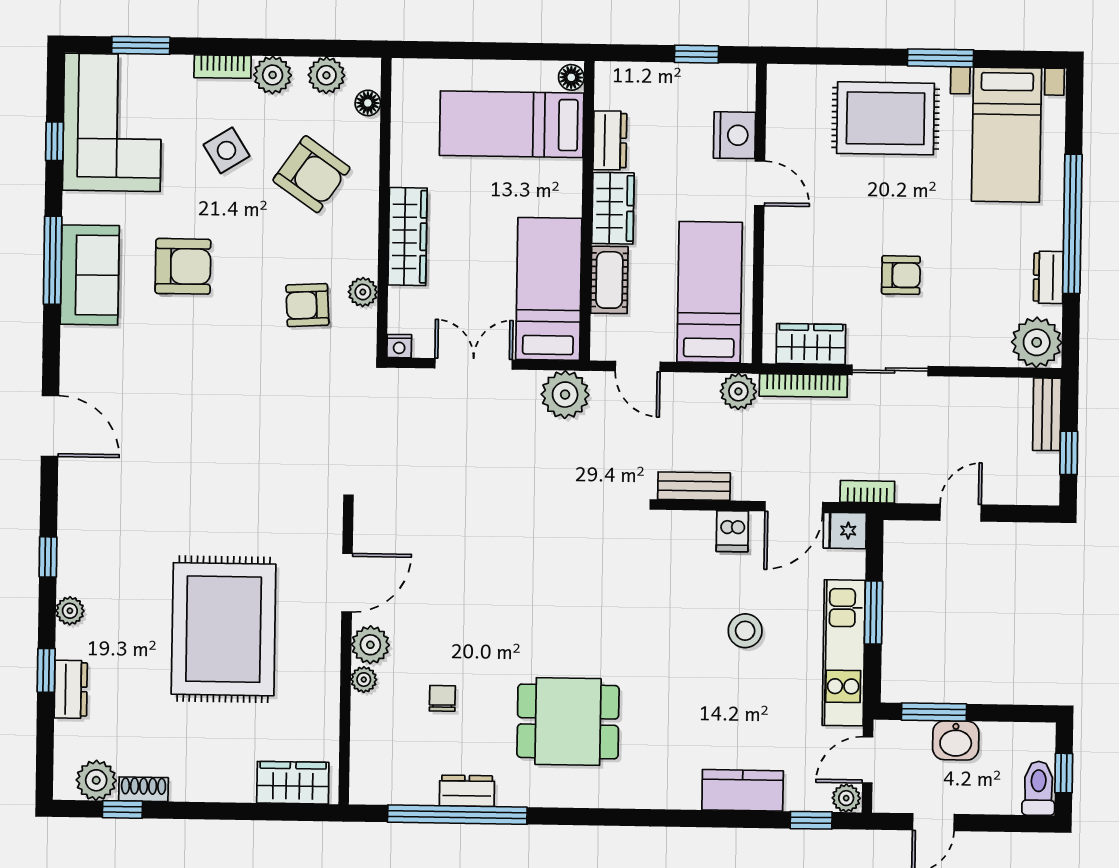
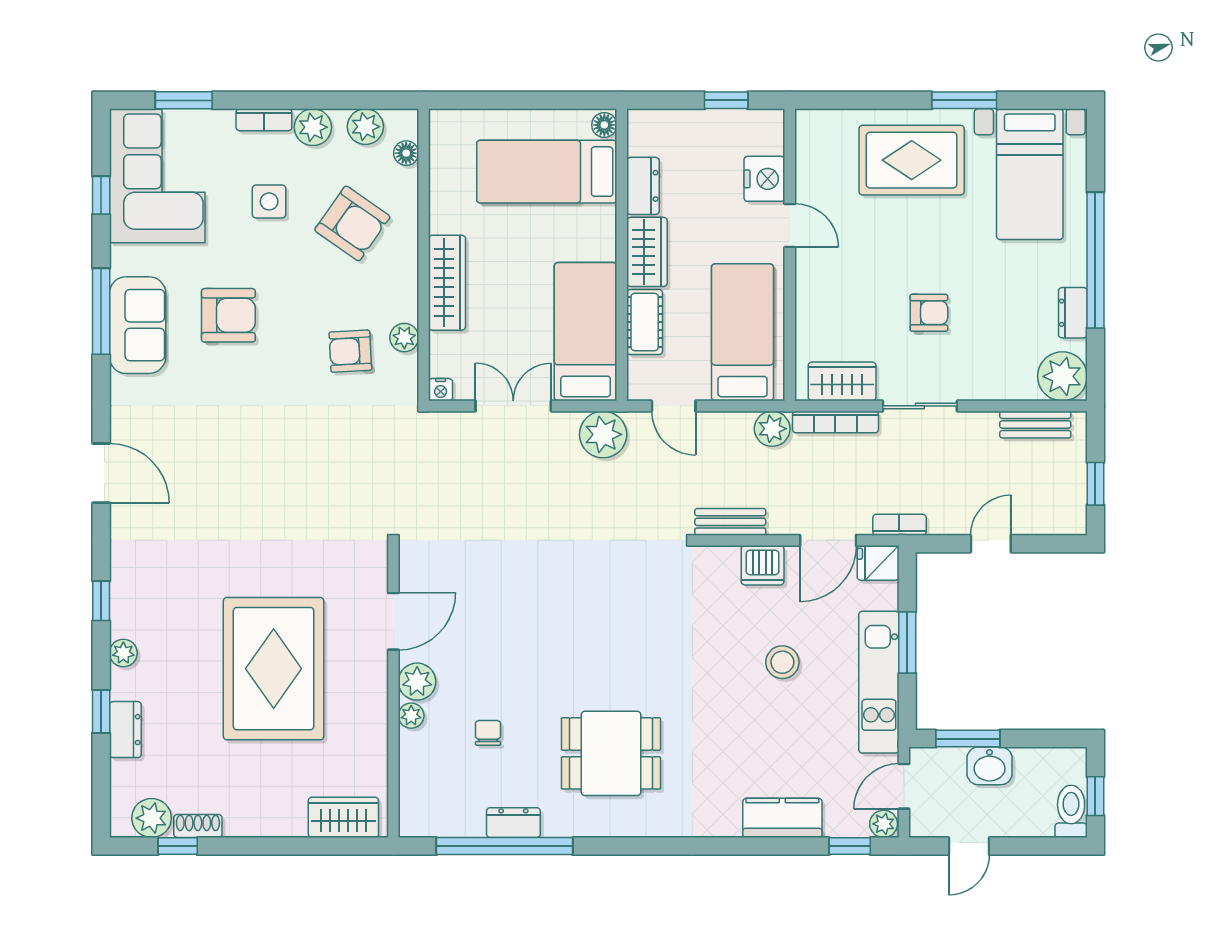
side table: (226, 150) -> (269, 201), turned 32
bench: (1047, 414) -> (1035, 425), moved, turned 90
dishwasher: (732, 531) -> (763, 565), width x1.38

